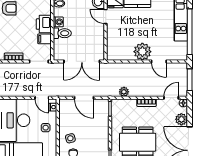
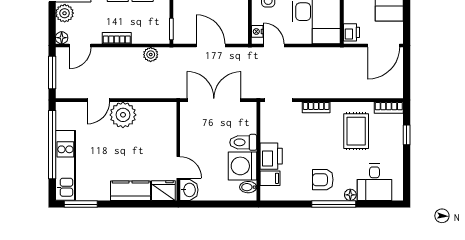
washing machine: (58, 22) -> (243, 166), width x1.89, depth x1.89
filing cabinet: (44, 39) -> (270, 178), moved
door: (159, 61) -> (98, 100), swing flipped

